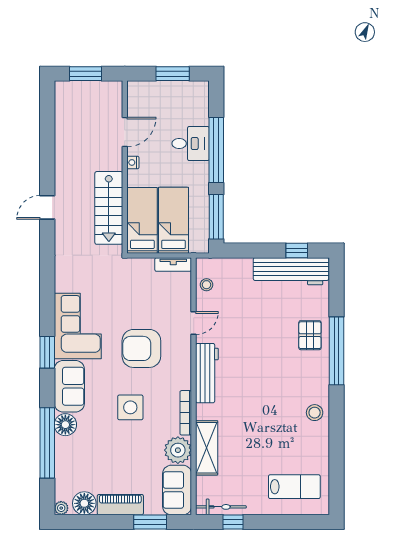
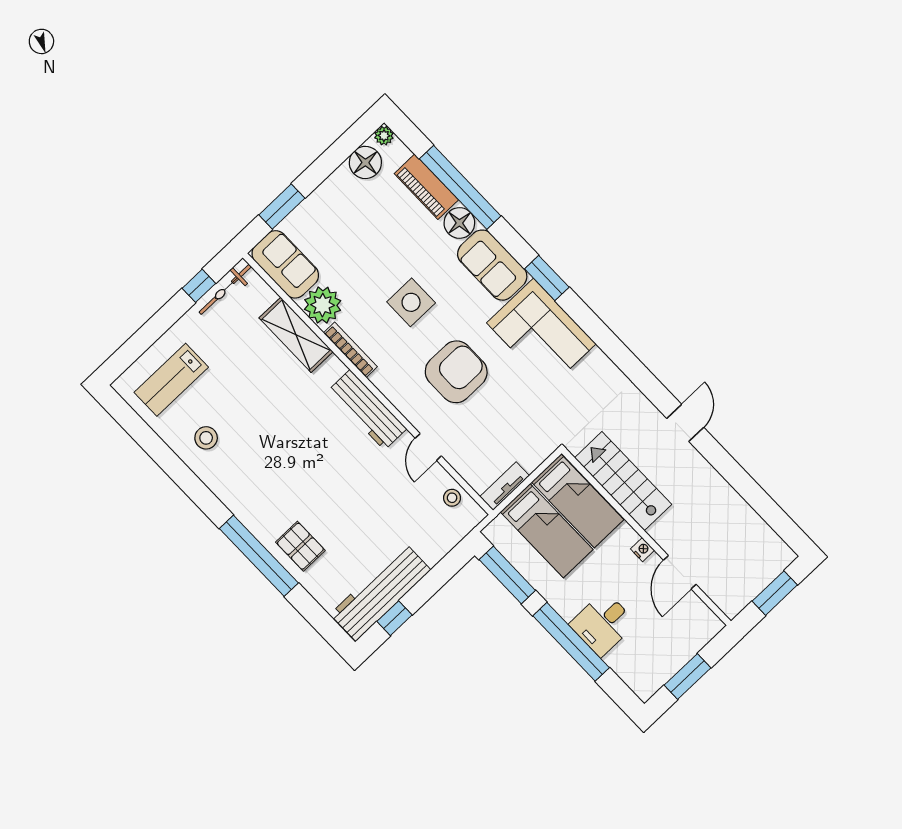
stool: (315, 413) -> (206, 438), moved
piano: (120, 505) -> (426, 187), moved, turned 90

